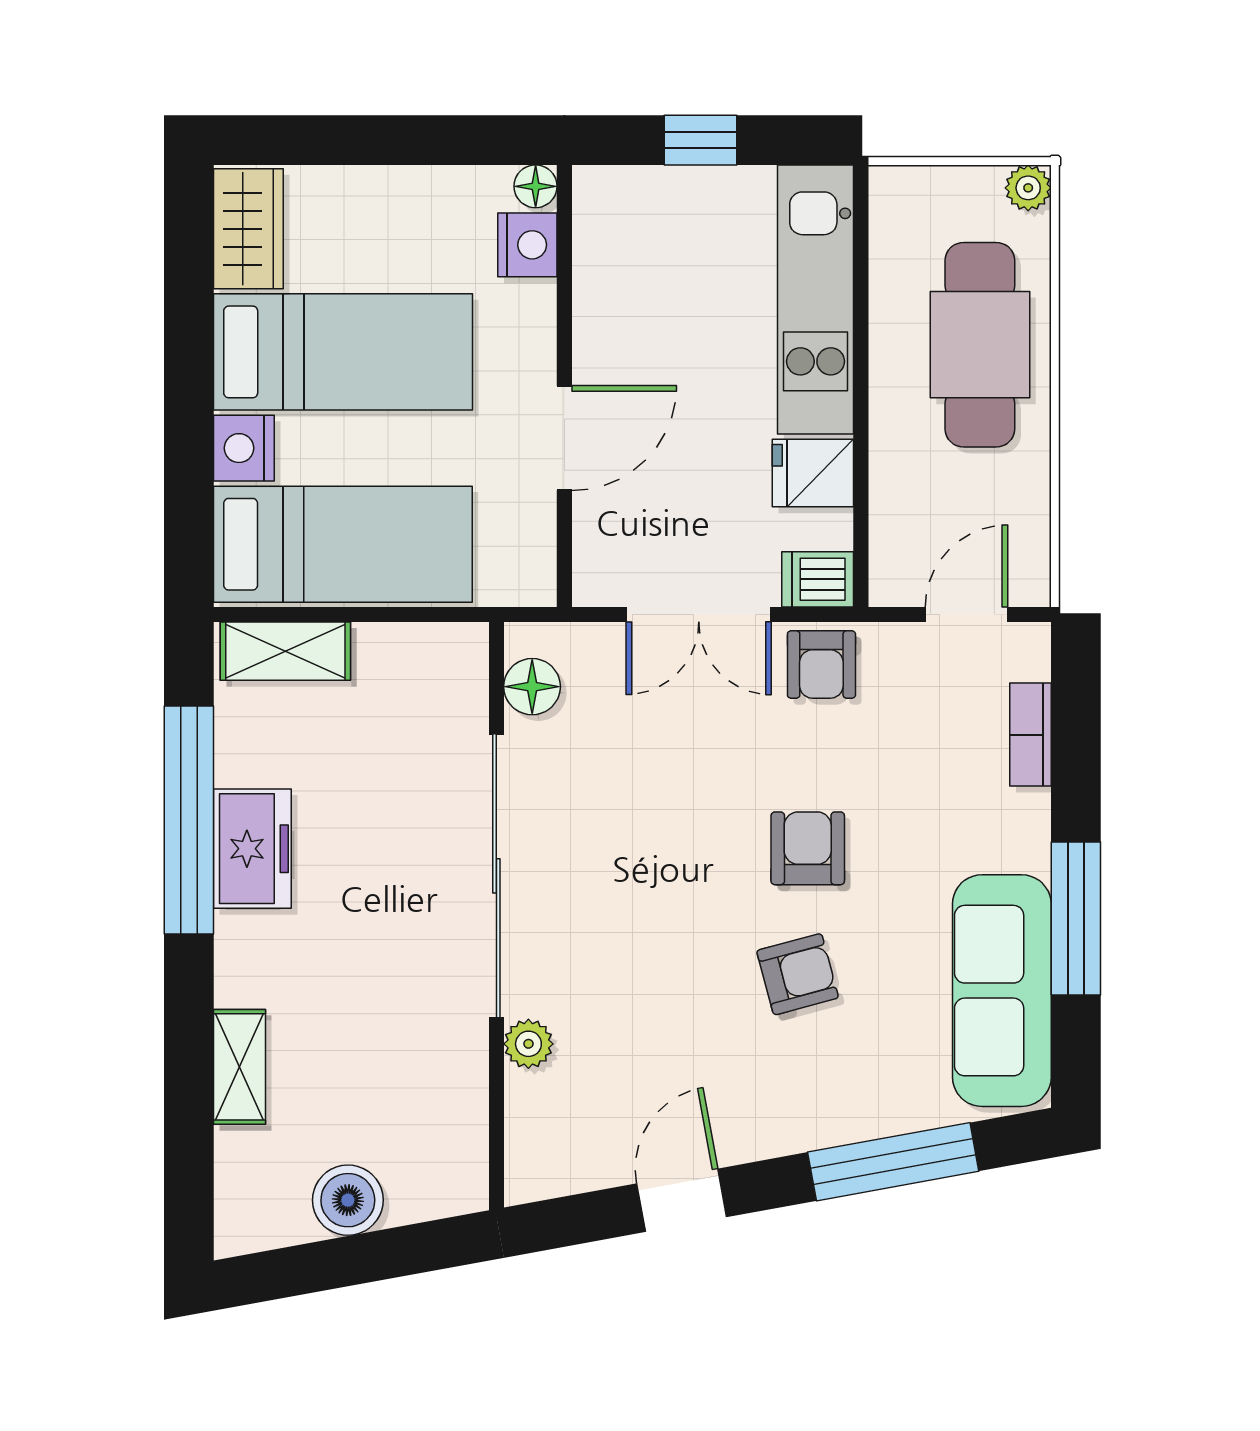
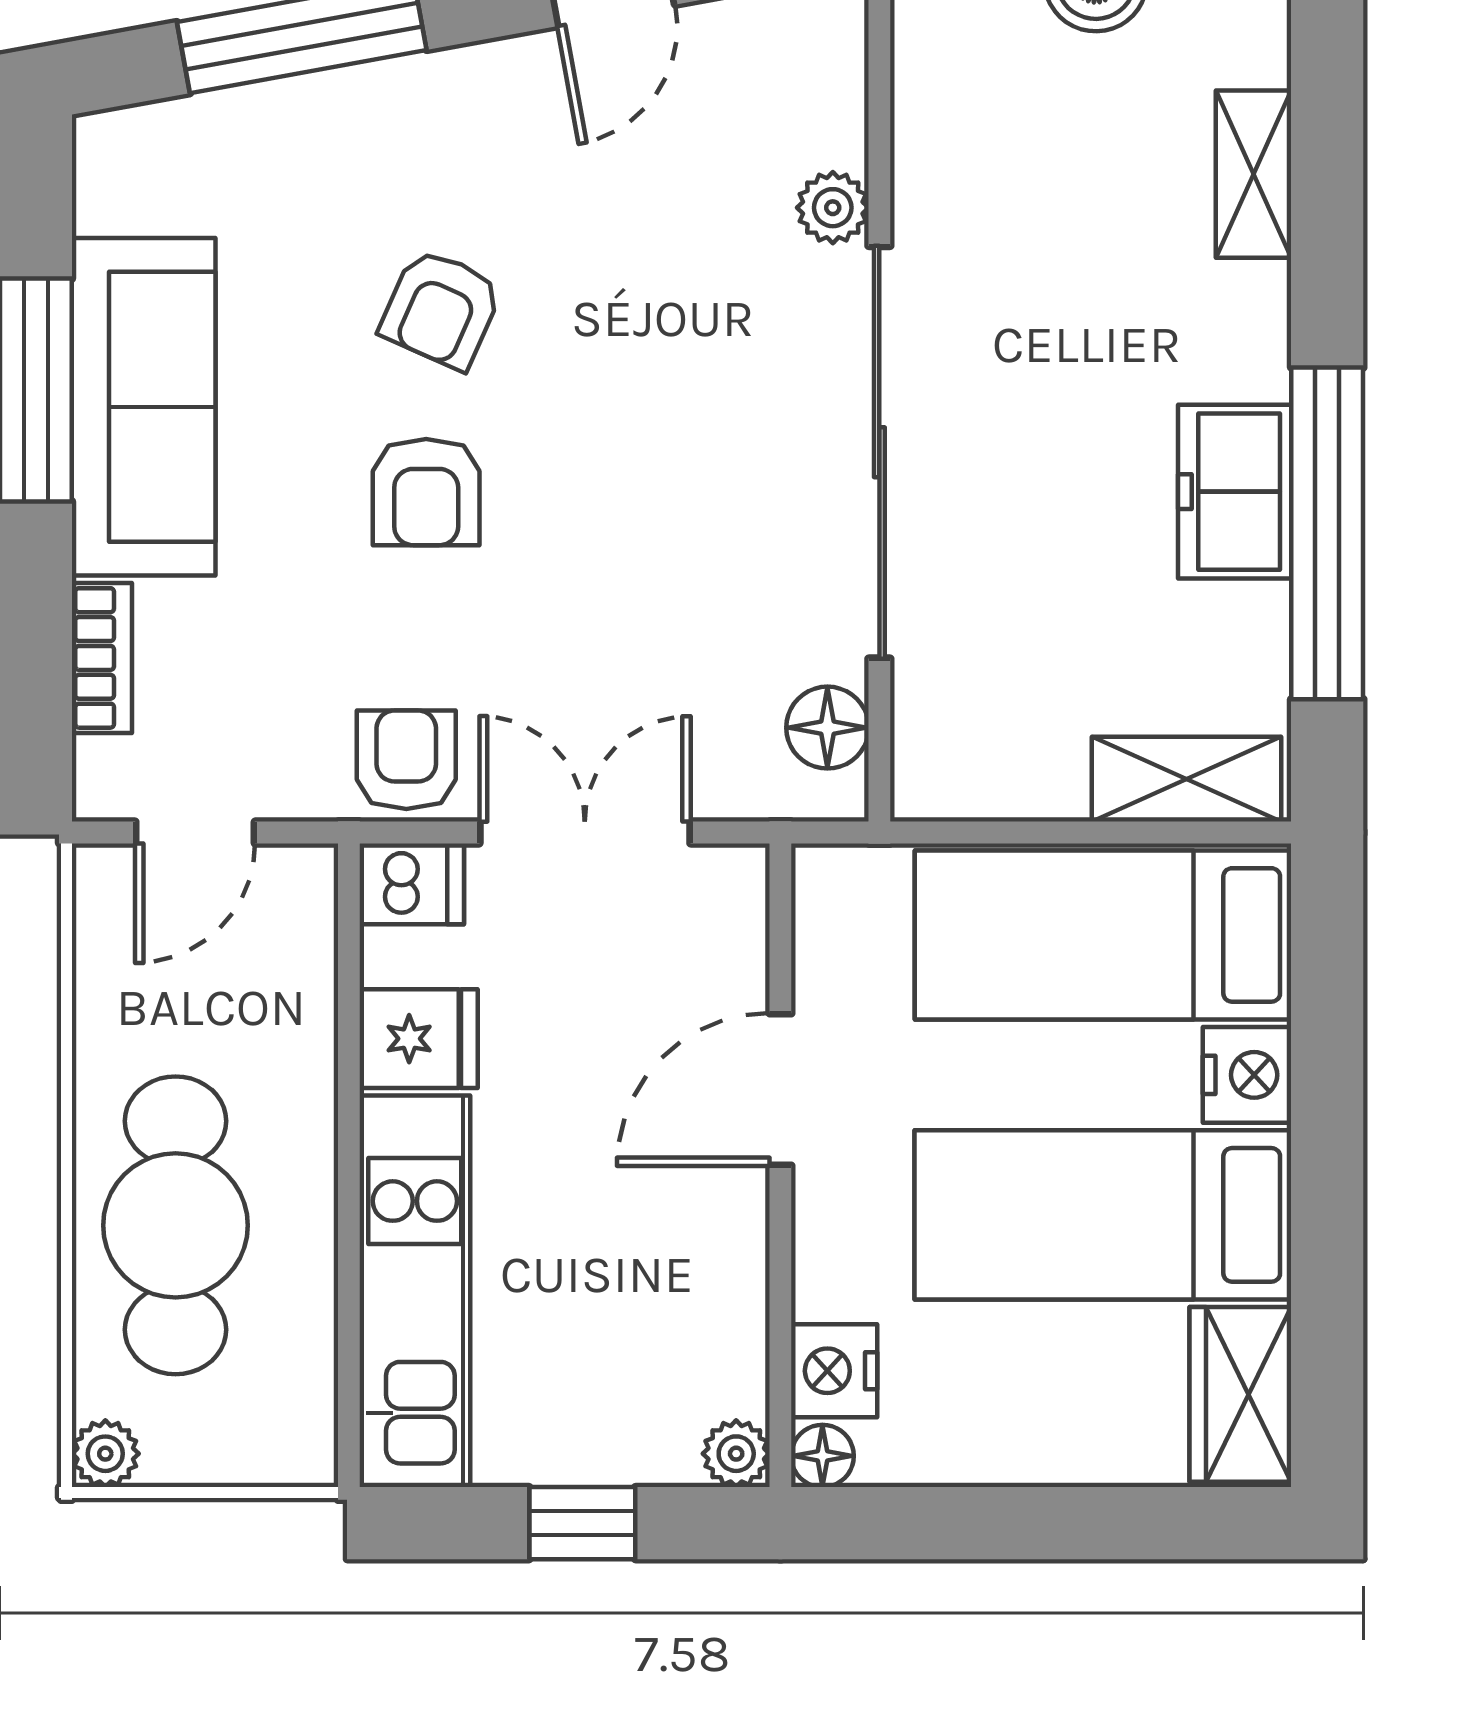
plant: (595, 188) -> (736, 1454), added
armchair: (798, 974) -> (441, 309), turned -51
sofa: (1002, 991) -> (144, 407), moved

